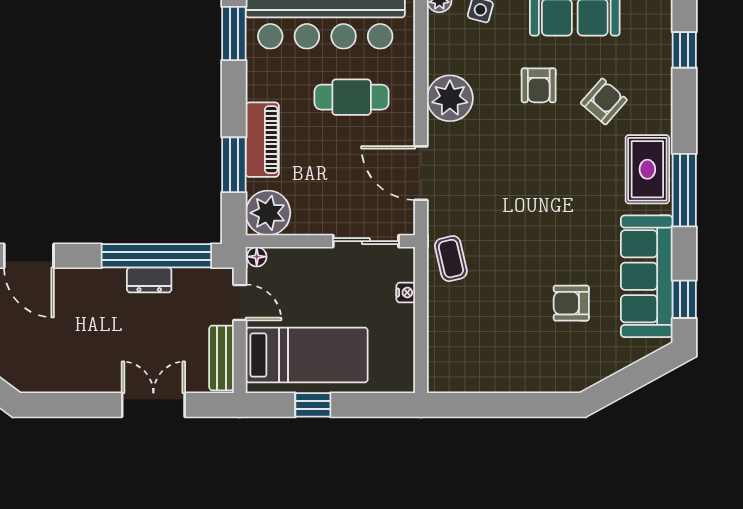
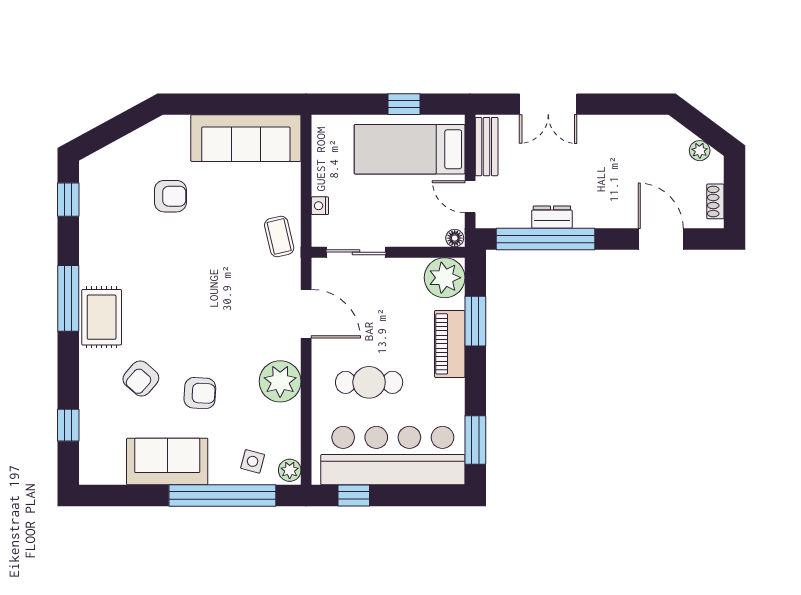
armchair: (539, 85) -> (200, 393), turned 93
sofa: (647, 276) -> (246, 138), moved, turned 90

